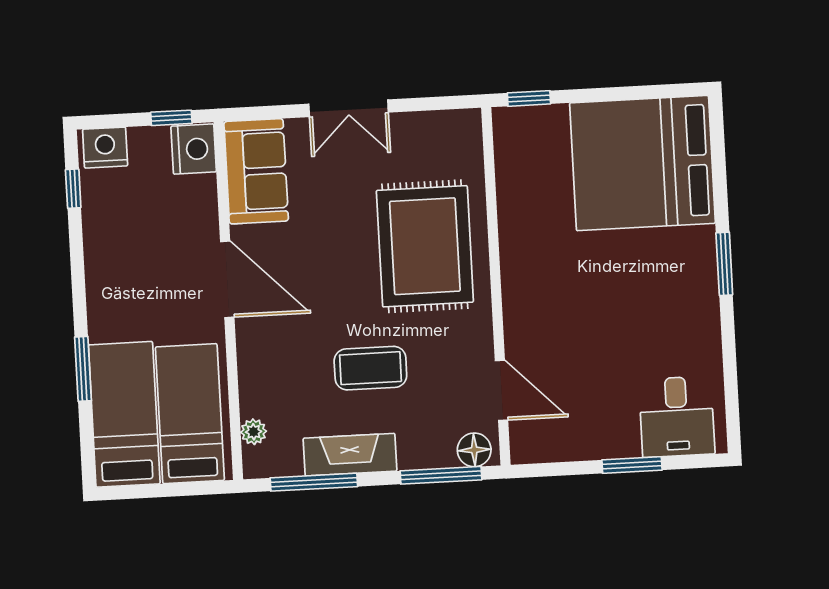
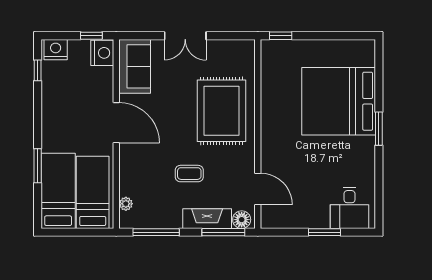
bed: (642, 163) -> (339, 101), moved
coffee table: (370, 368) -> (189, 174), width x0.73, depth x0.77
fireplace: (350, 455) -> (207, 219), moved

